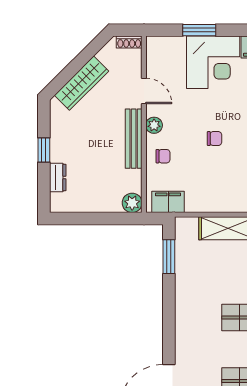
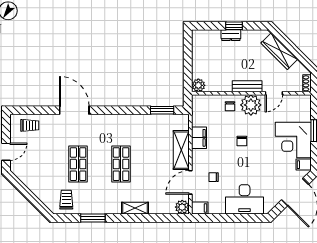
plant: (154, 125) -> (251, 105), width x1.87, depth x1.87
bench: (134, 139) -> (247, 86), width x0.73
dresser: (58, 178) -> (231, 35), moved
filing cabinet: (168, 202) -> (199, 138), moved

